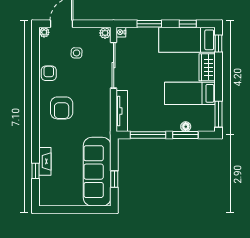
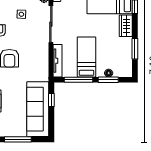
bed: (190, 93) -> (86, 57), moved, turned 90
window: (218, 114) -> (135, 49), moved
window: (114, 179) -> (51, 100), moved
window: (72, 209) -> (18, 139), added

